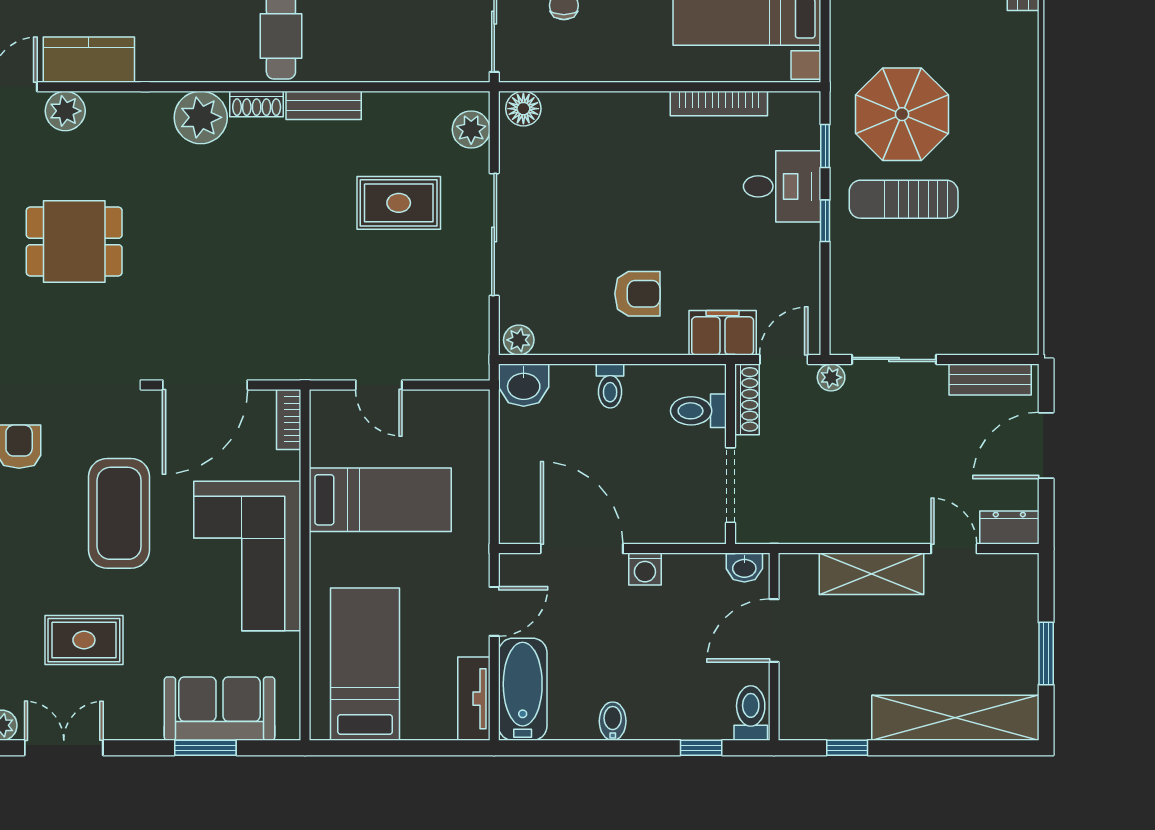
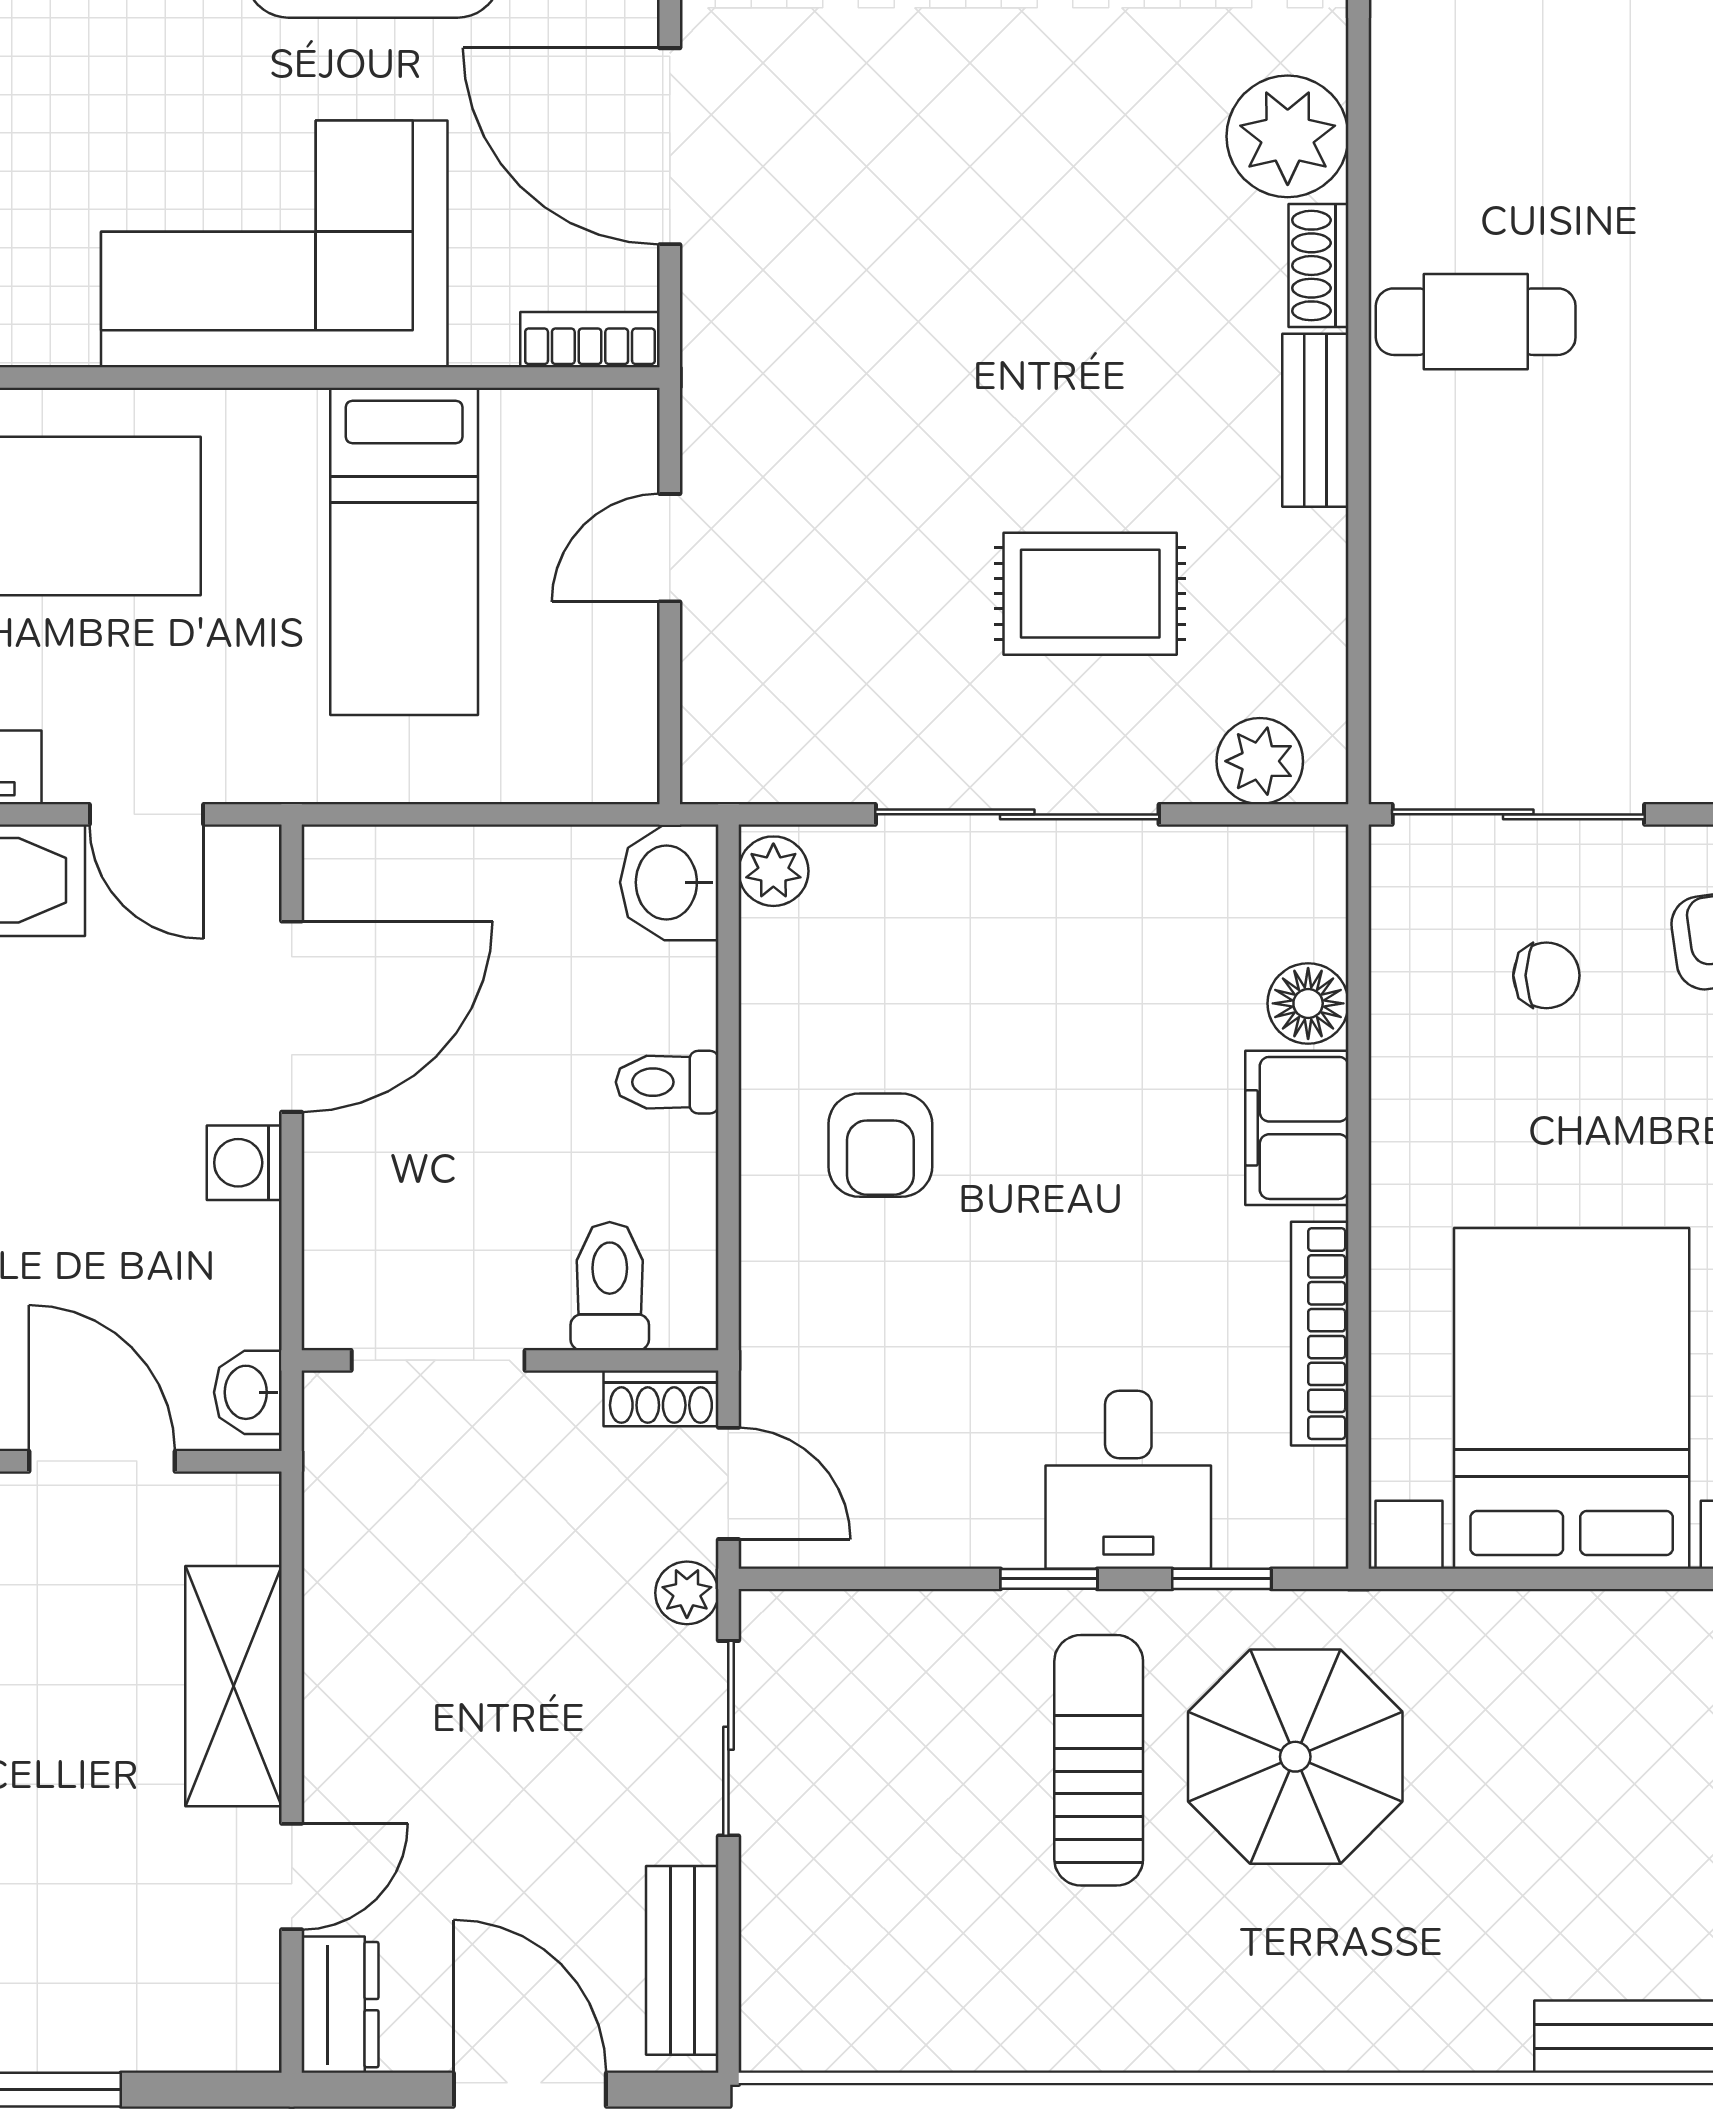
floor lamp: (523, 109) -> (1308, 1003), moved
rug: (399, 203) -> (1090, 594), turned 90
filing cabinet: (723, 333) -> (1297, 1128), moved, turned 180
shoe rack: (747, 399) -> (661, 1398), width x0.70

